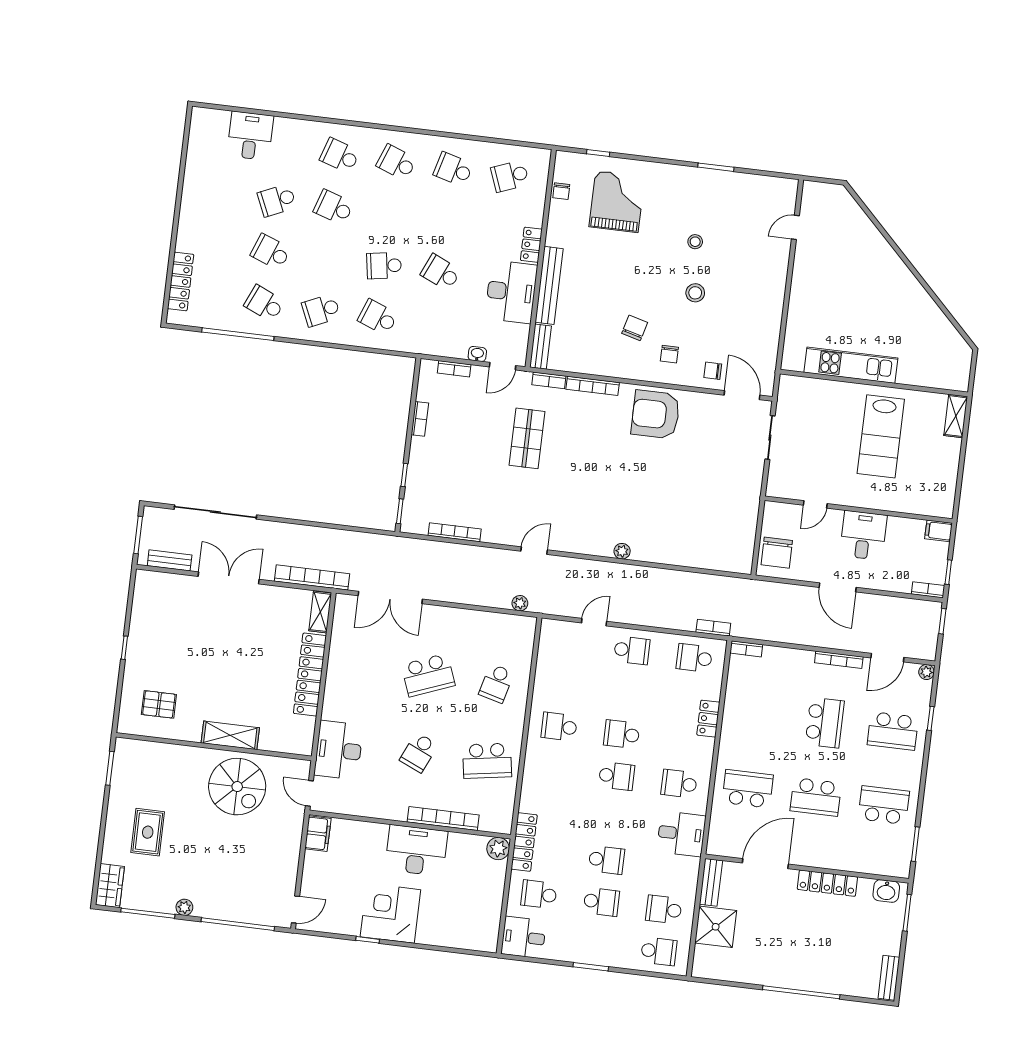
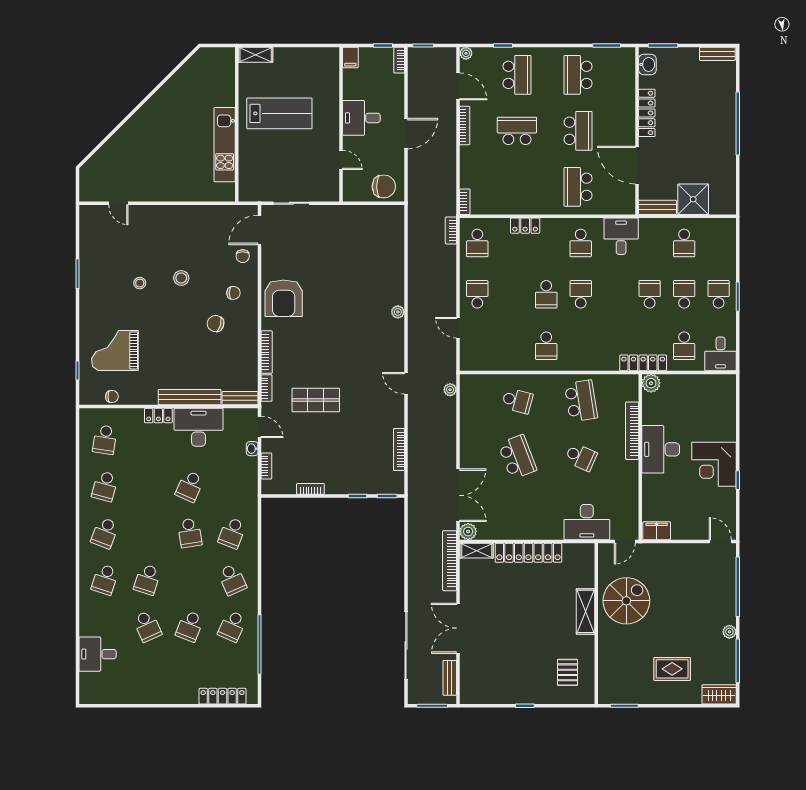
school desk: (510, 176) -> (105, 440), turned 30
plant: (345, 604) -> (468, 532), added
school desk: (659, 951) -> (719, 294), moved

